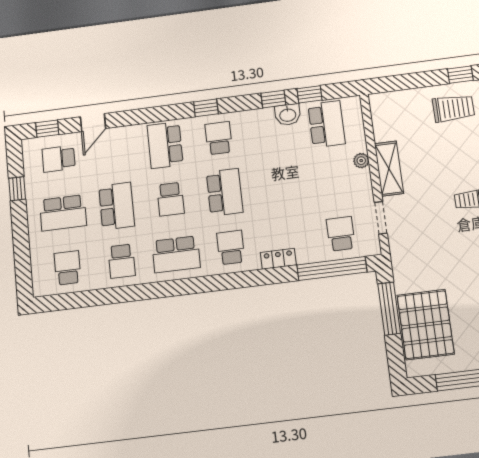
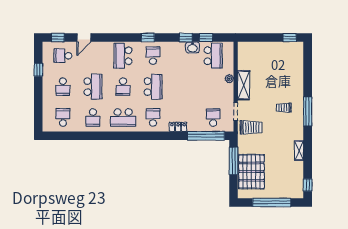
trolley: (453, 108) -> (251, 127), moved
school desk: (63, 213) -> (63, 87), width x0.54

